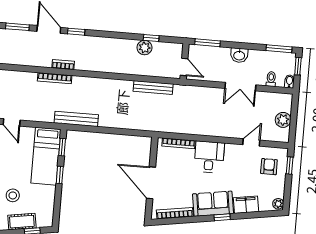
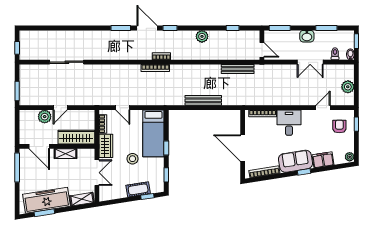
plant: (145, 48) -> (202, 36), moved
window: (279, 49) -> (326, 28), moved
bench: (76, 119) -> (203, 100), moved
window: (62, 147) -> (166, 175), moved
stool: (13, 195) -> (133, 159), moved

